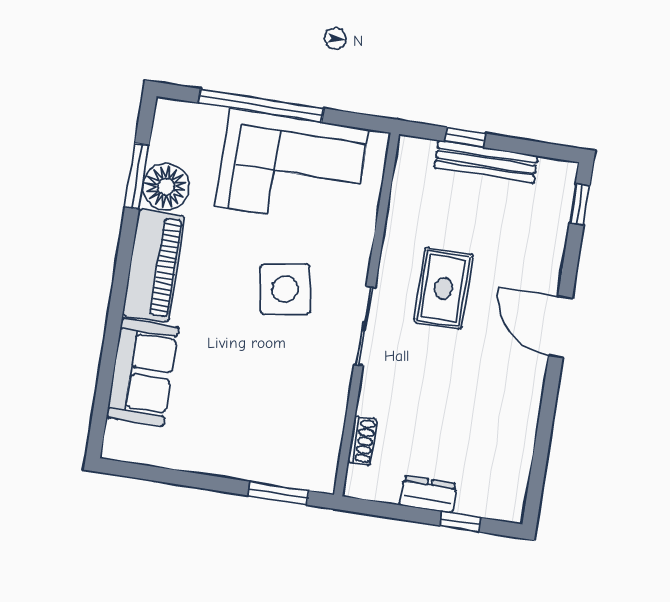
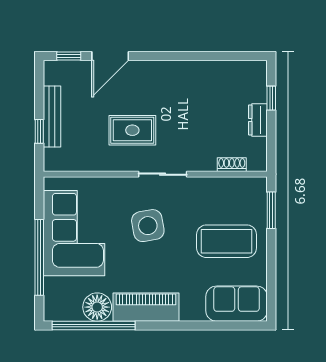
window: (137, 176) -> (94, 326), width x2.11
door: (560, 327) -> (110, 56), moved
sofa: (143, 372) -> (237, 304), moved
coffee table: (240, 413) -> (227, 241), added

